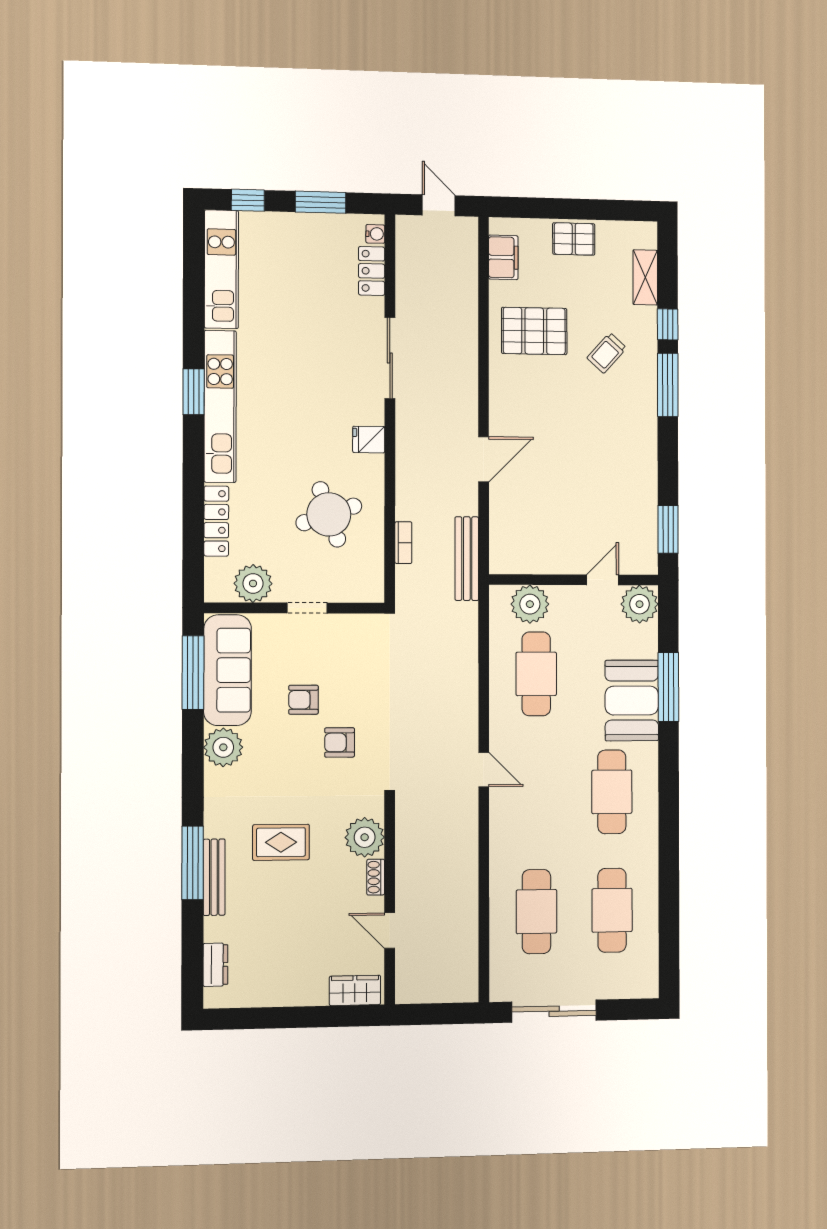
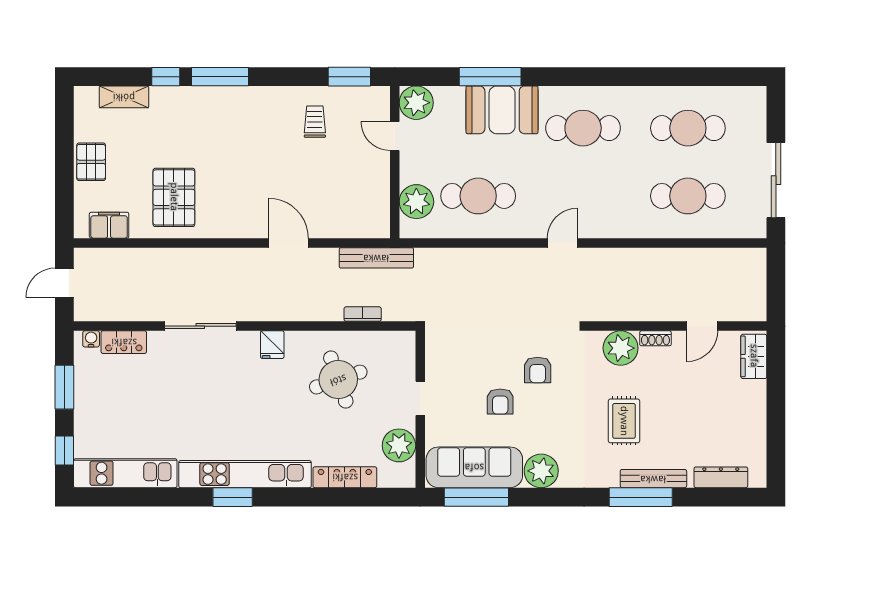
trolley: (607, 353) -> (315, 122), moved, turned -132
dresser: (215, 965) -> (721, 477), width x1.44

